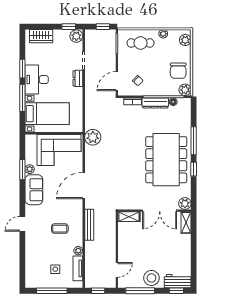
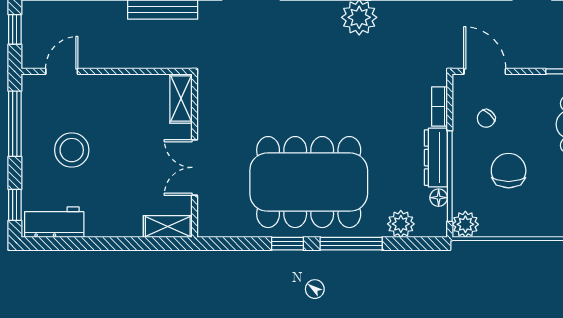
chair: (178, 71) -> (509, 171), moved, turned 90
plant: (185, 203) -> (401, 224), moved
double door: (160, 211) -> (194, 167), width x0.73
door: (117, 270) -> (62, 71), swing flipped
stool: (151, 278) -> (72, 150), moved
workbench: (178, 281) -> (54, 222), moved, turned -90

